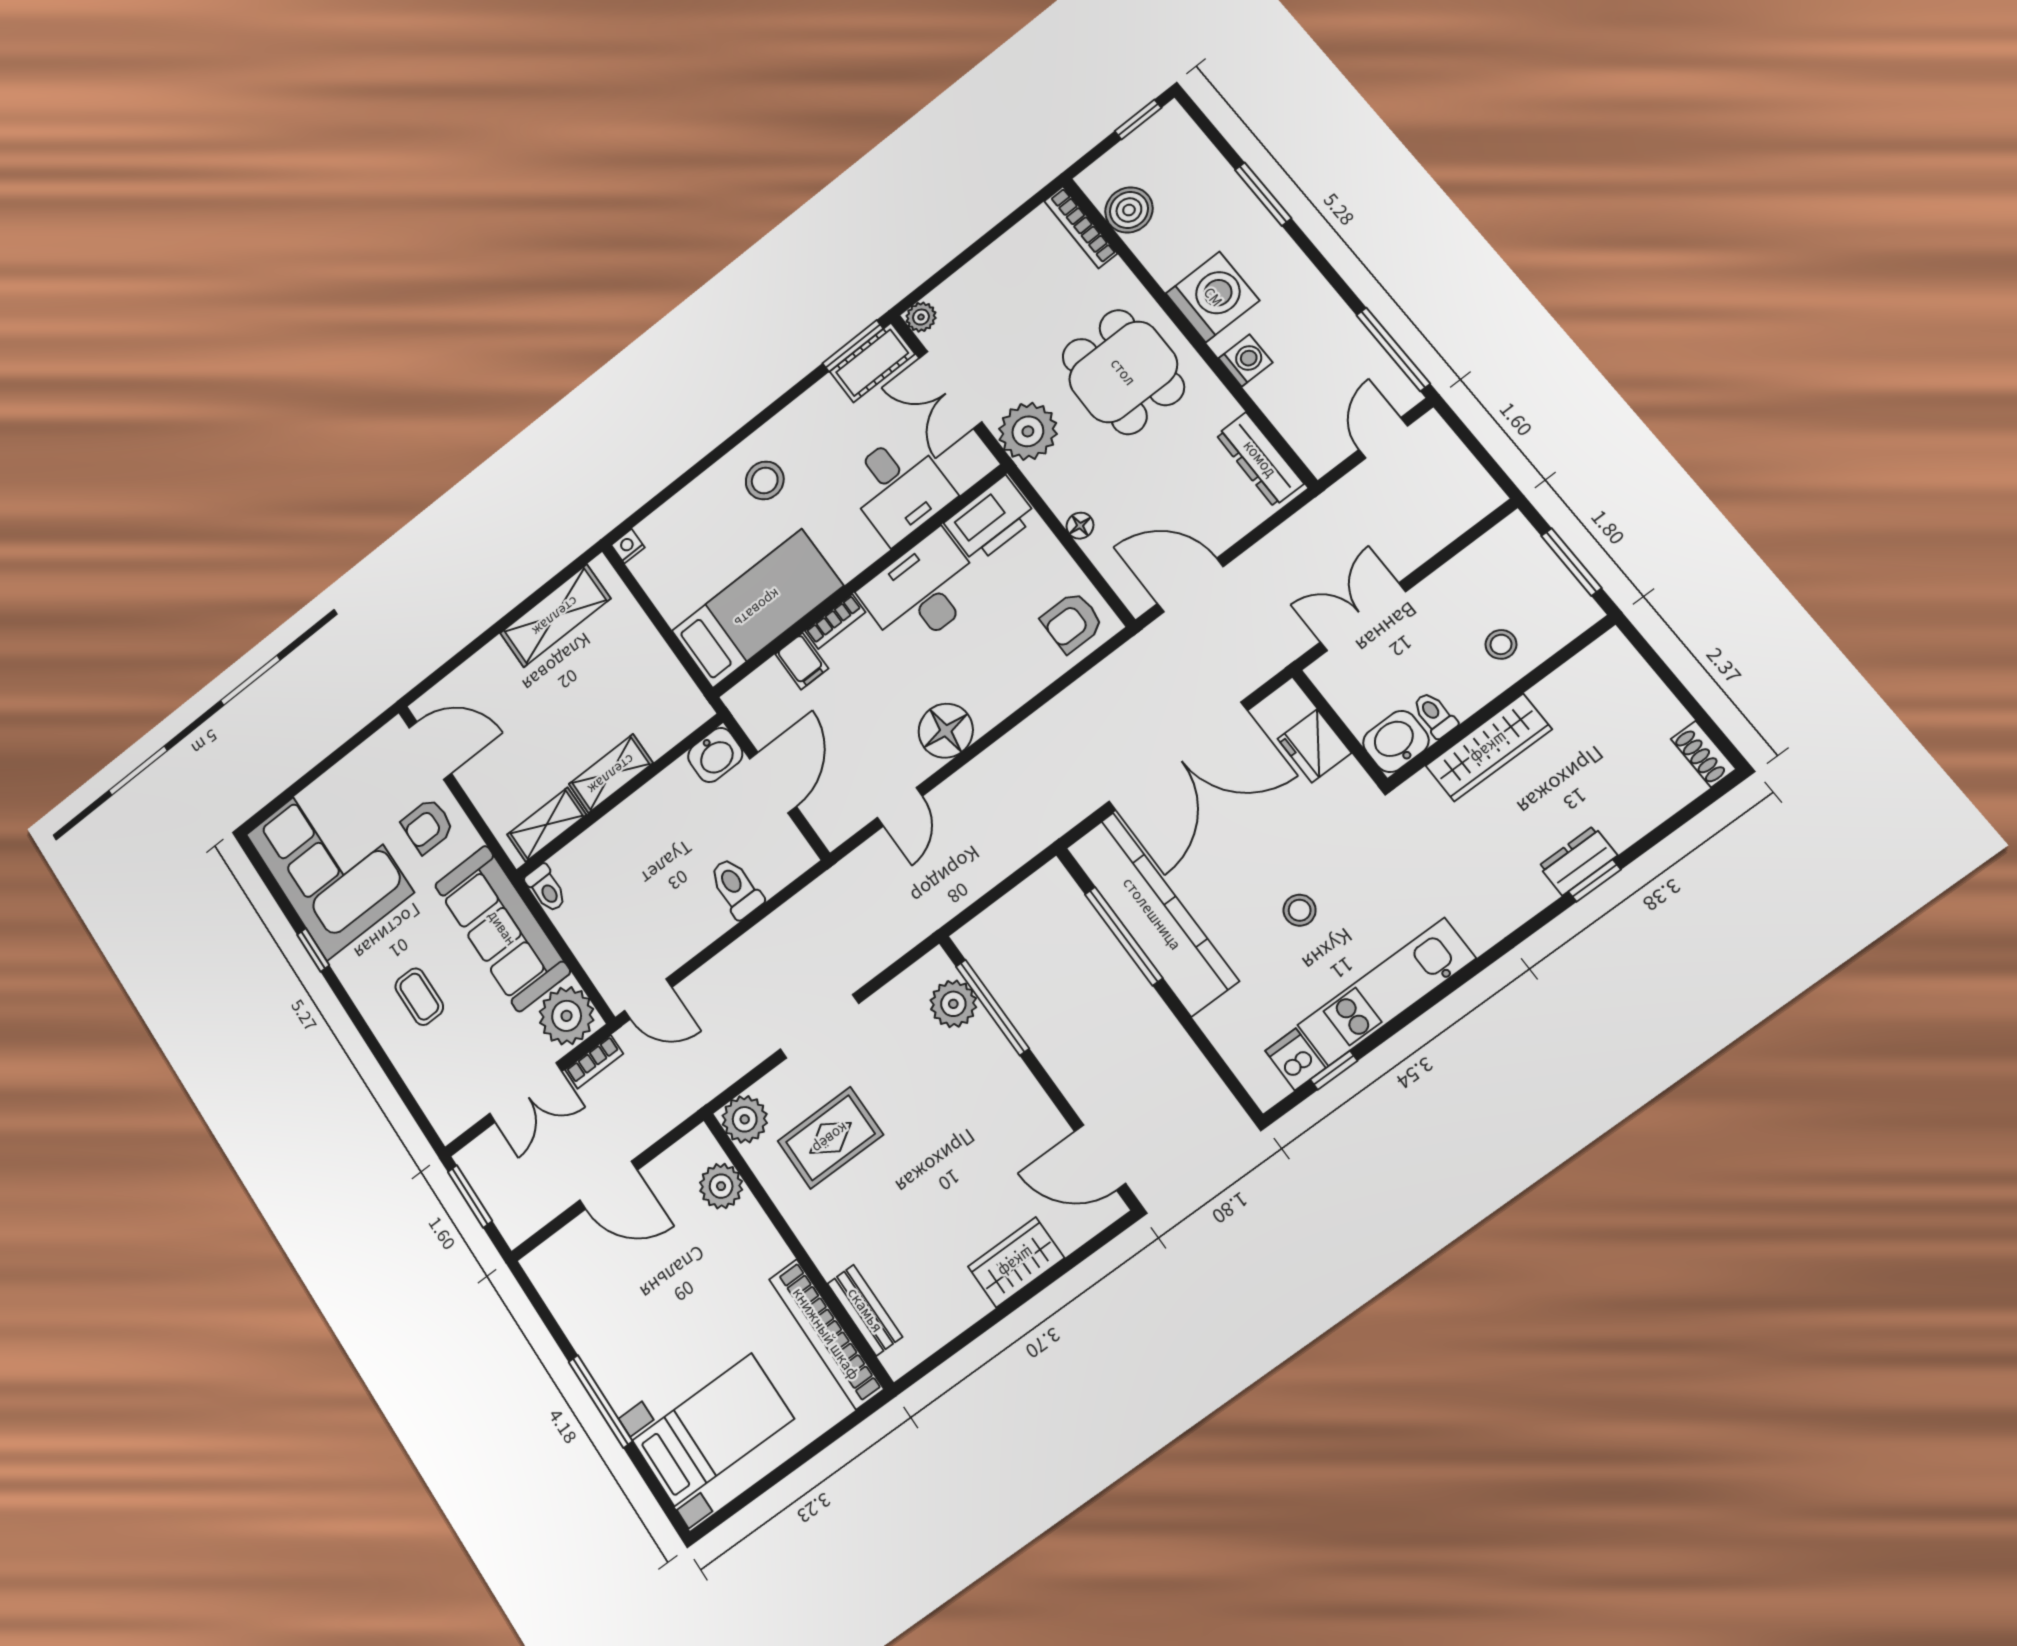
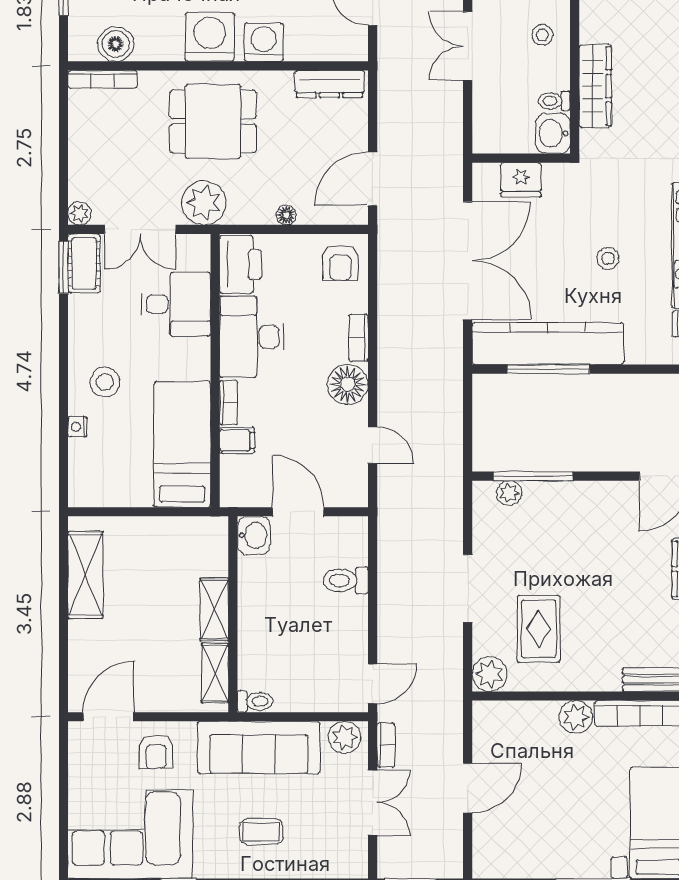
washing machine: (1246, 360) -> (264, 42), width x1.38, depth x1.38
nightstand: (628, 546) -> (78, 427), moved
double door: (1363, 617) -> (468, 46), moved
bookcase: (1004, 704) -> (359, 338), added
plant: (953, 1004) -> (509, 493), width x0.73, depth x0.73
plant: (567, 1016) -> (345, 737), width x0.73, depth x0.73
plant: (721, 1186) -> (576, 717), moved

